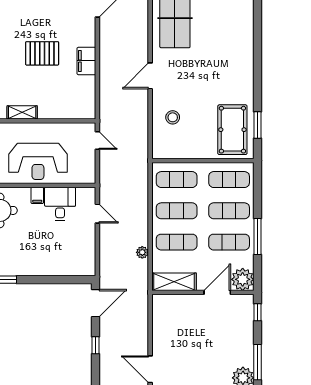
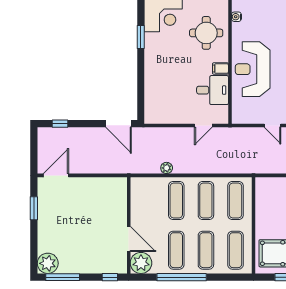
door: (97, 140) -> (273, 125), hinge flipped
window: (258, 236) -> (182, 277), width x1.46
shelving: (174, 282) -> (139, 198), removed
window: (96, 345) -> (60, 124), moved

